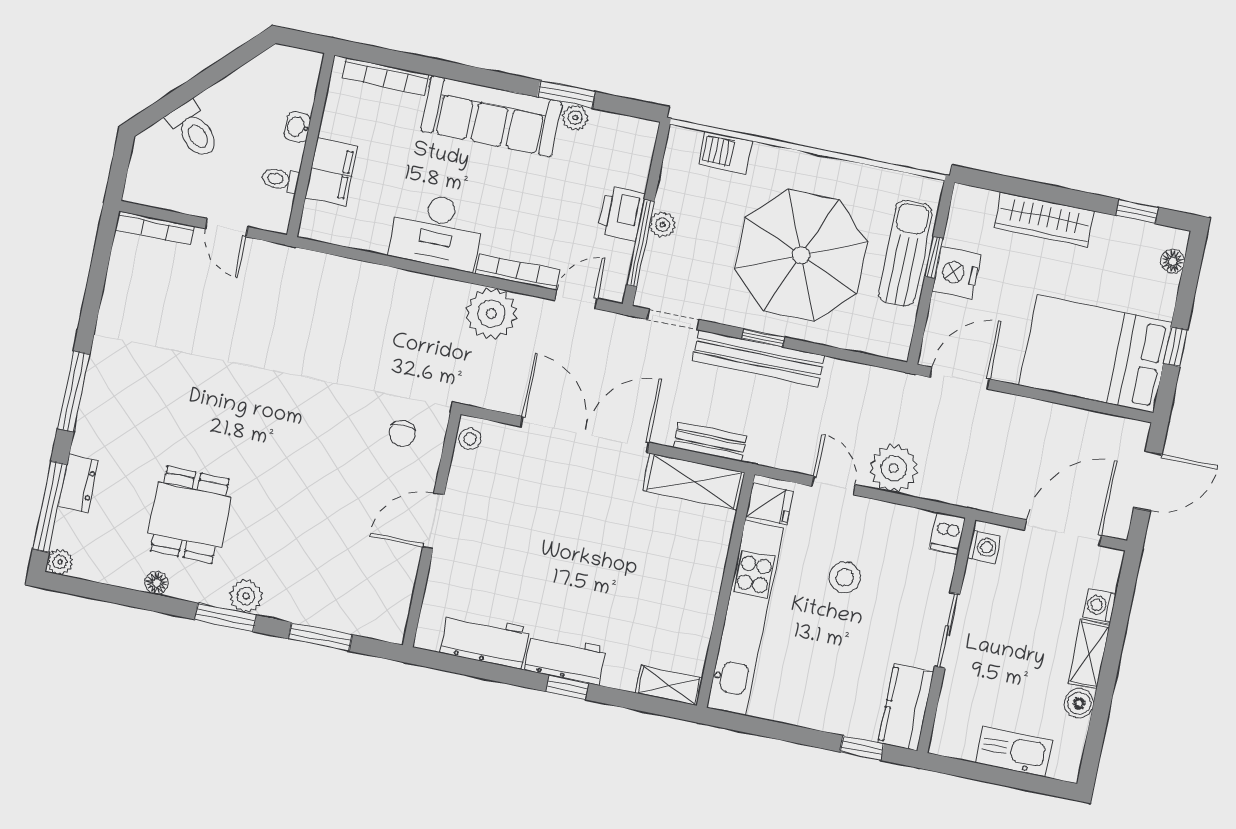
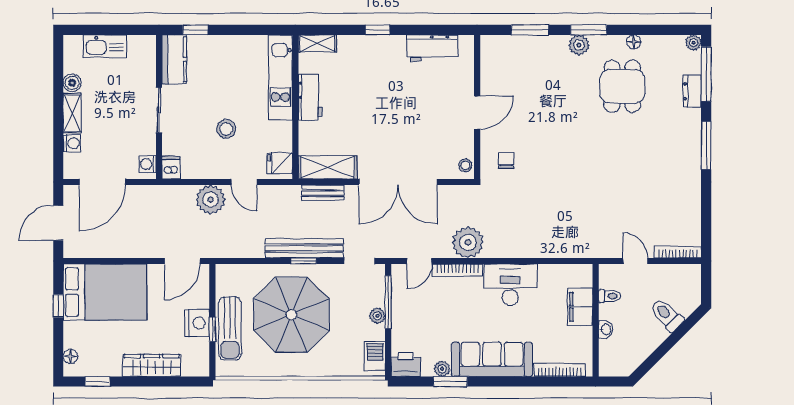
barbecue: (726, 153) -> (375, 356), moved, turned -90
printer: (621, 213) -> (406, 364), moved, turned -90
kitchen unit: (745, 618) -> (280, 77), width x0.73
workbench: (565, 659) -> (310, 97), moved, turned -90

